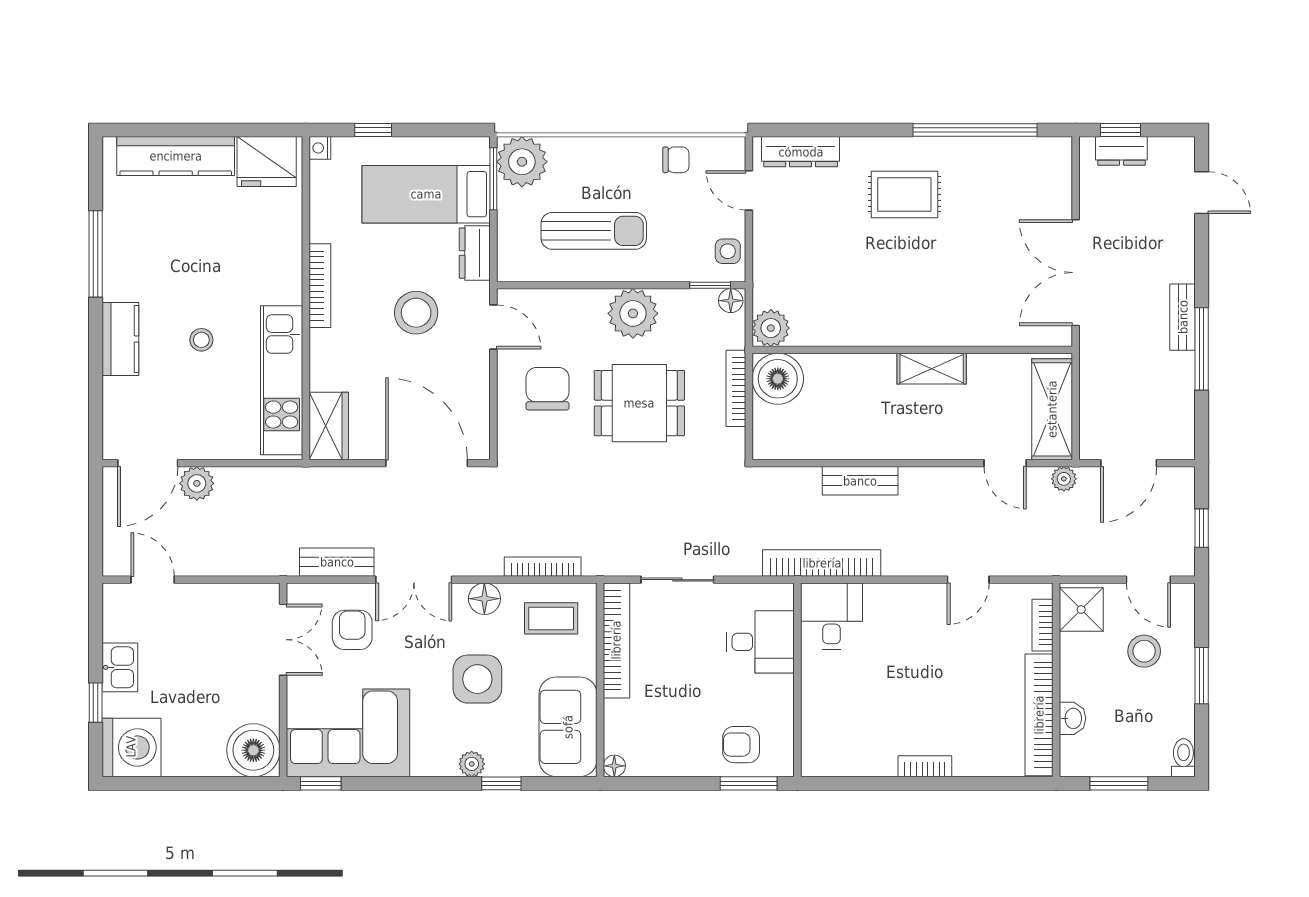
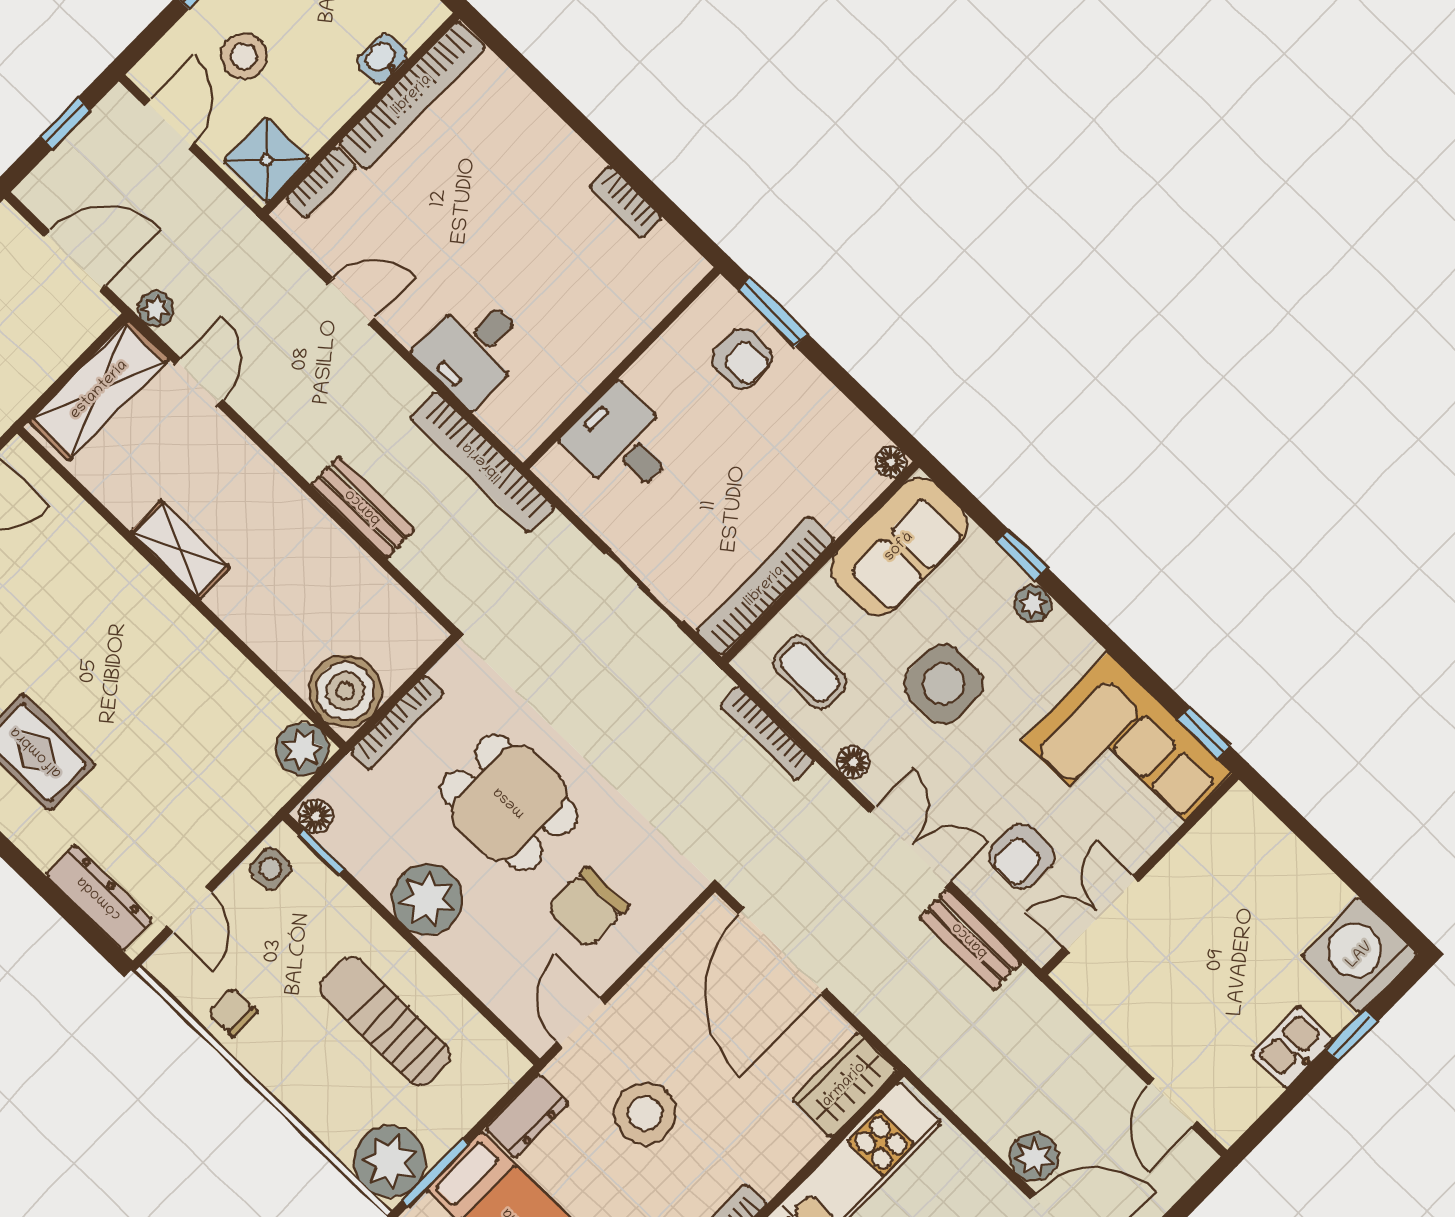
floor lamp: (484, 599) -> (853, 762), width x0.73, depth x0.73
desk: (831, 616) -> (473, 349), moved
boiler: (253, 750) -> (1239, 832), removed
bookcase: (925, 766) -> (626, 202), moved

